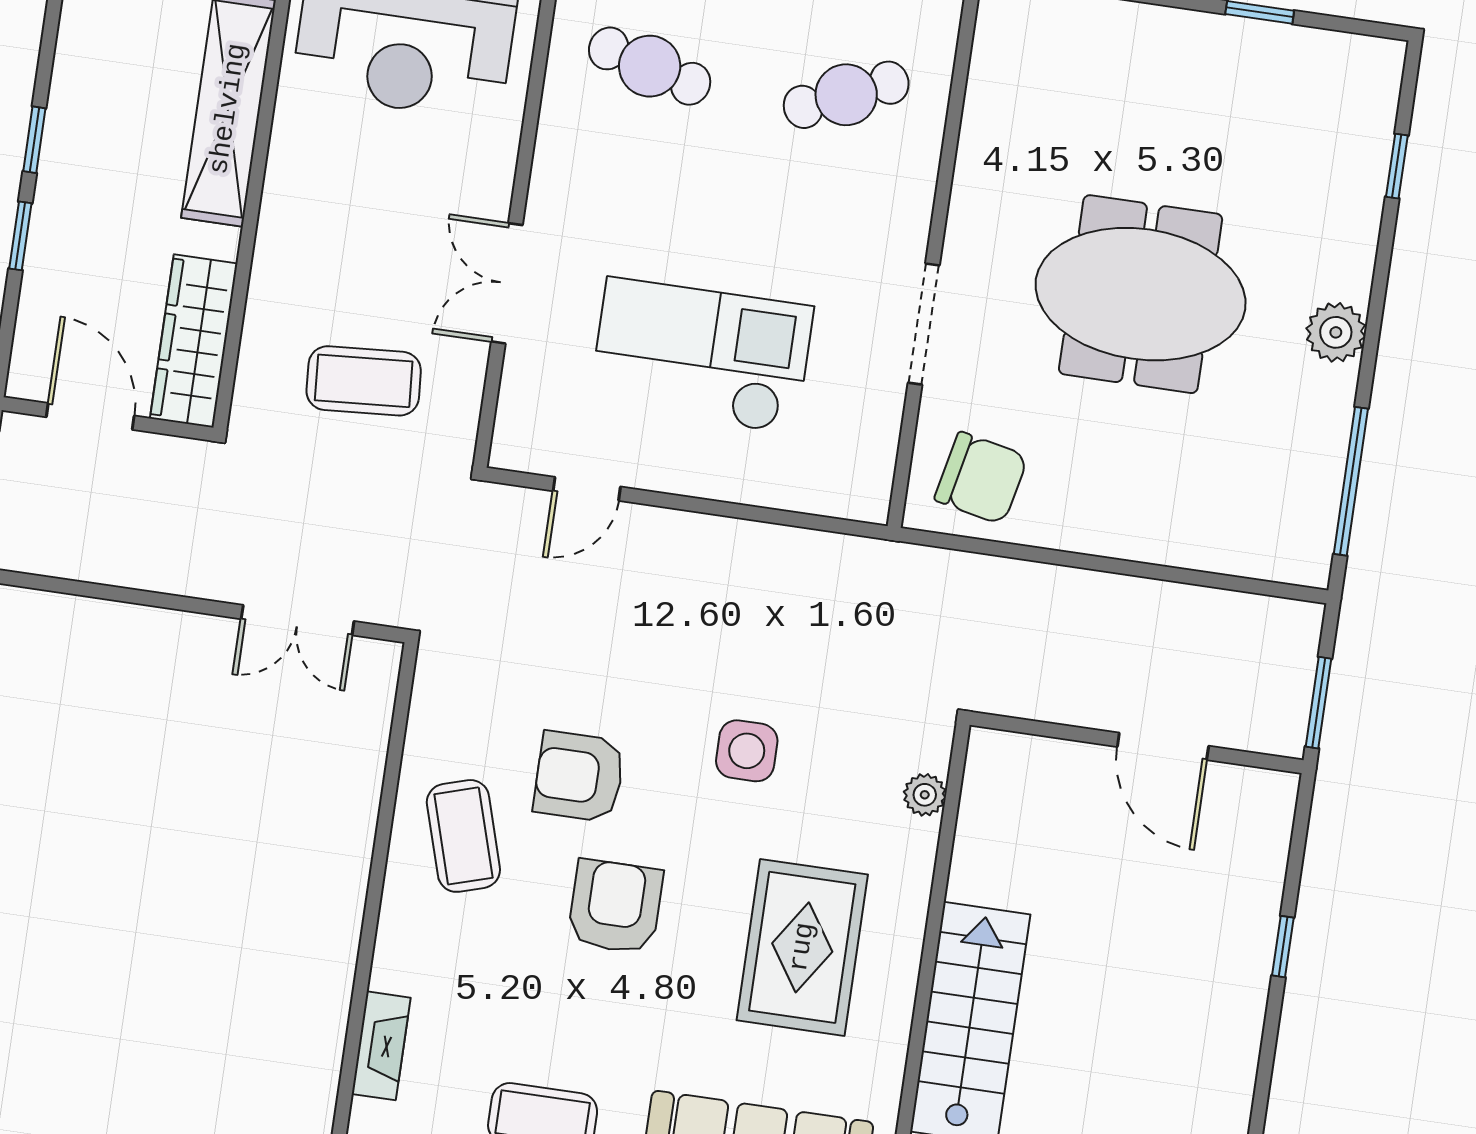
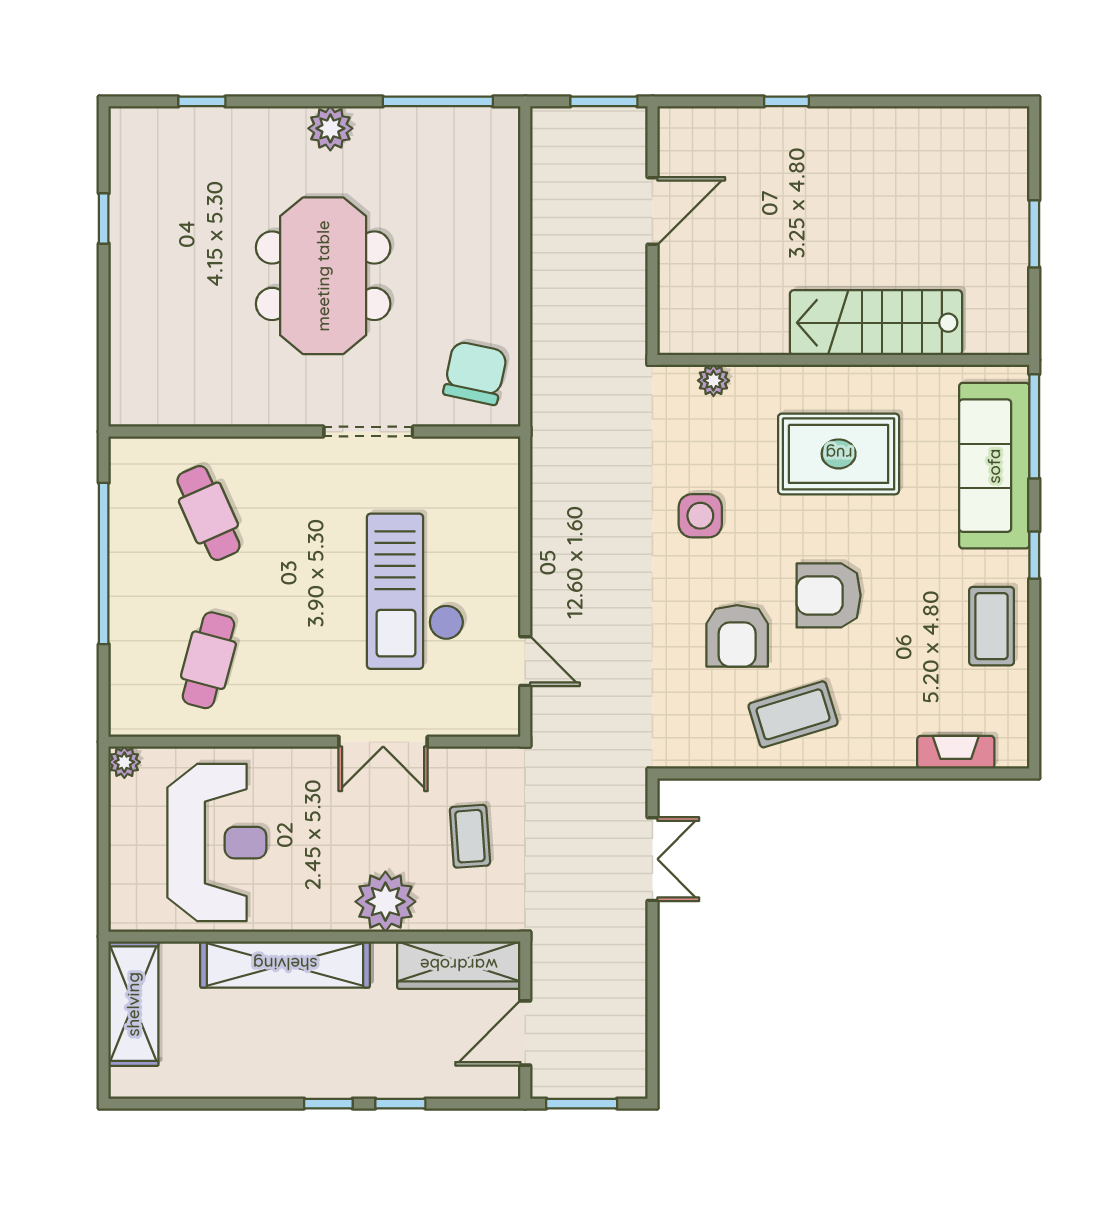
plant: (293, 255) -> (385, 902), added
coffee table: (364, 381) -> (470, 836), width x0.73, depth x0.77

